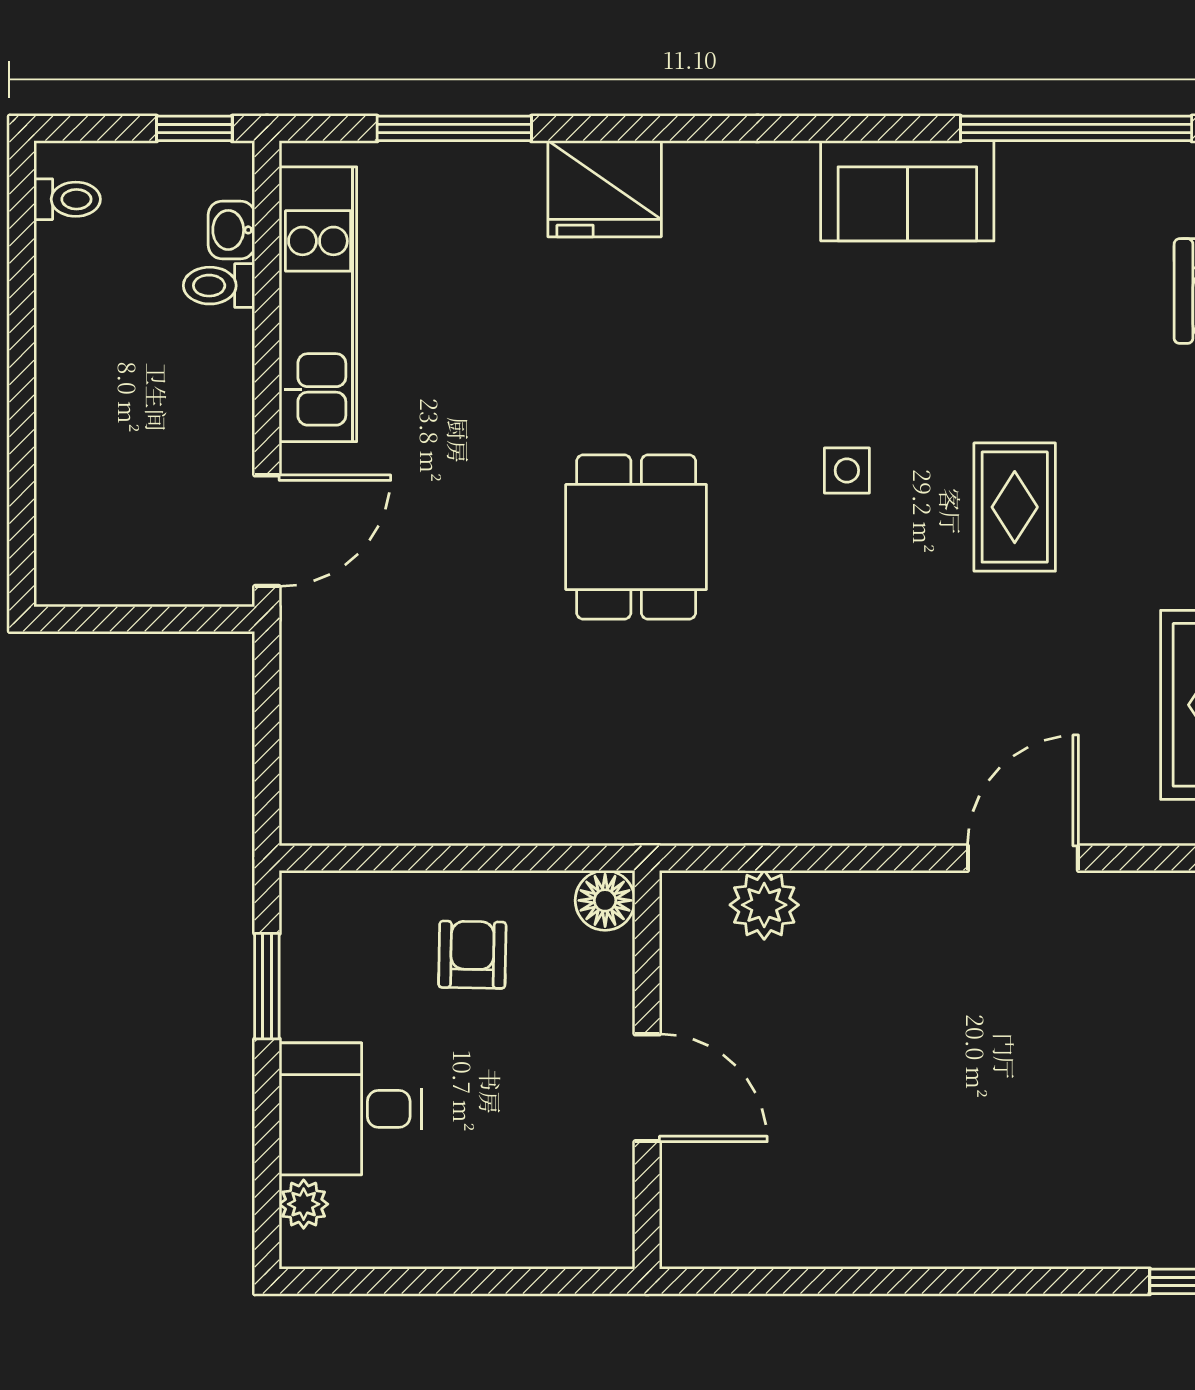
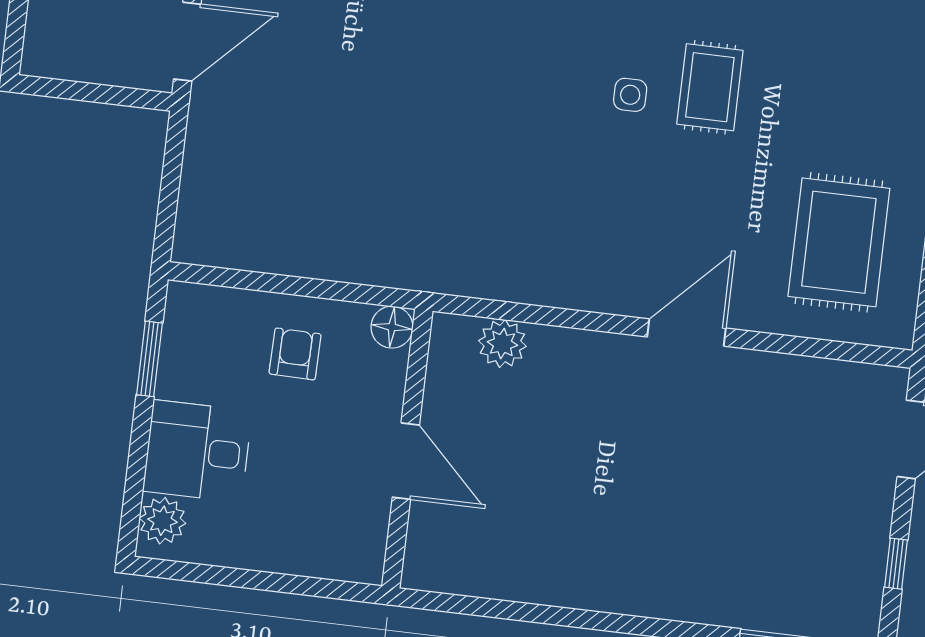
side table: (847, 470) -> (630, 95), moved
dining table: (636, 537) -> (444, 77), removed
plant: (304, 1204) -> (162, 521), width x1.38, depth x1.38

